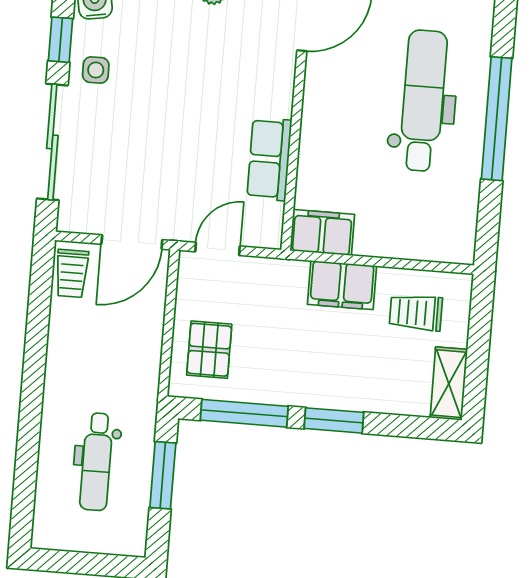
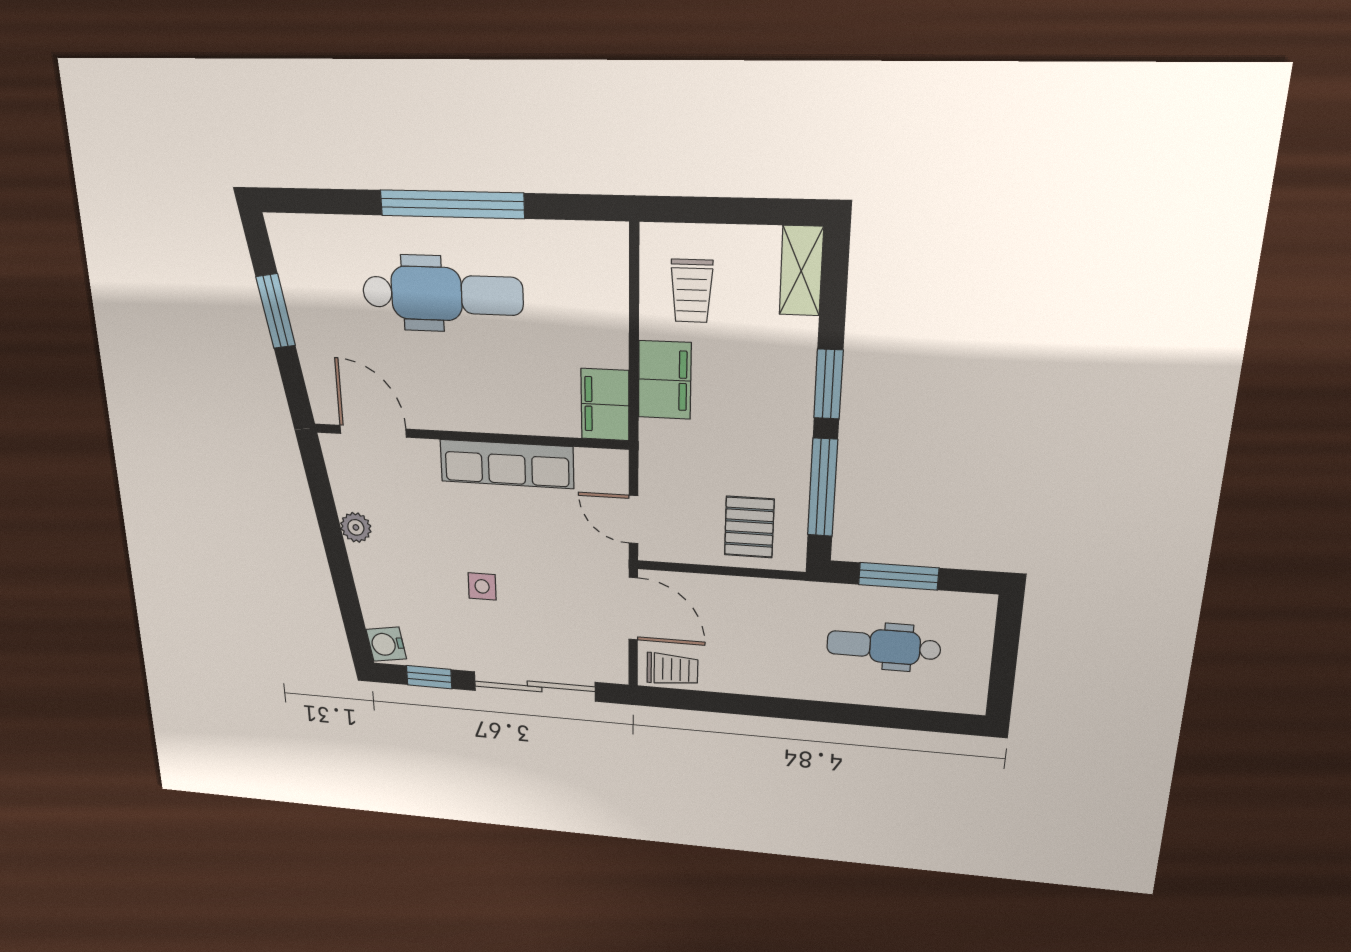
side table: (96, 70) -> (482, 586), moved
dental chair: (423, 101) -> (442, 294), turned 180
row of seats: (269, 159) -> (507, 464), width x1.48
pallet: (209, 350) -> (749, 527), turned 90
shelving: (449, 384) -> (801, 271), moved, turned 90
dental chair: (96, 462) -> (884, 646), turned 180

